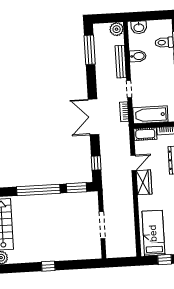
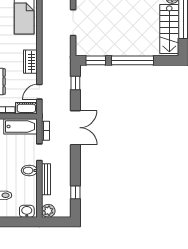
window: (90, 50) -> (75, 192), width x0.46
bidet: (138, 56) -> (29, 171), moved
door: (133, 163) -> (39, 92), moved

